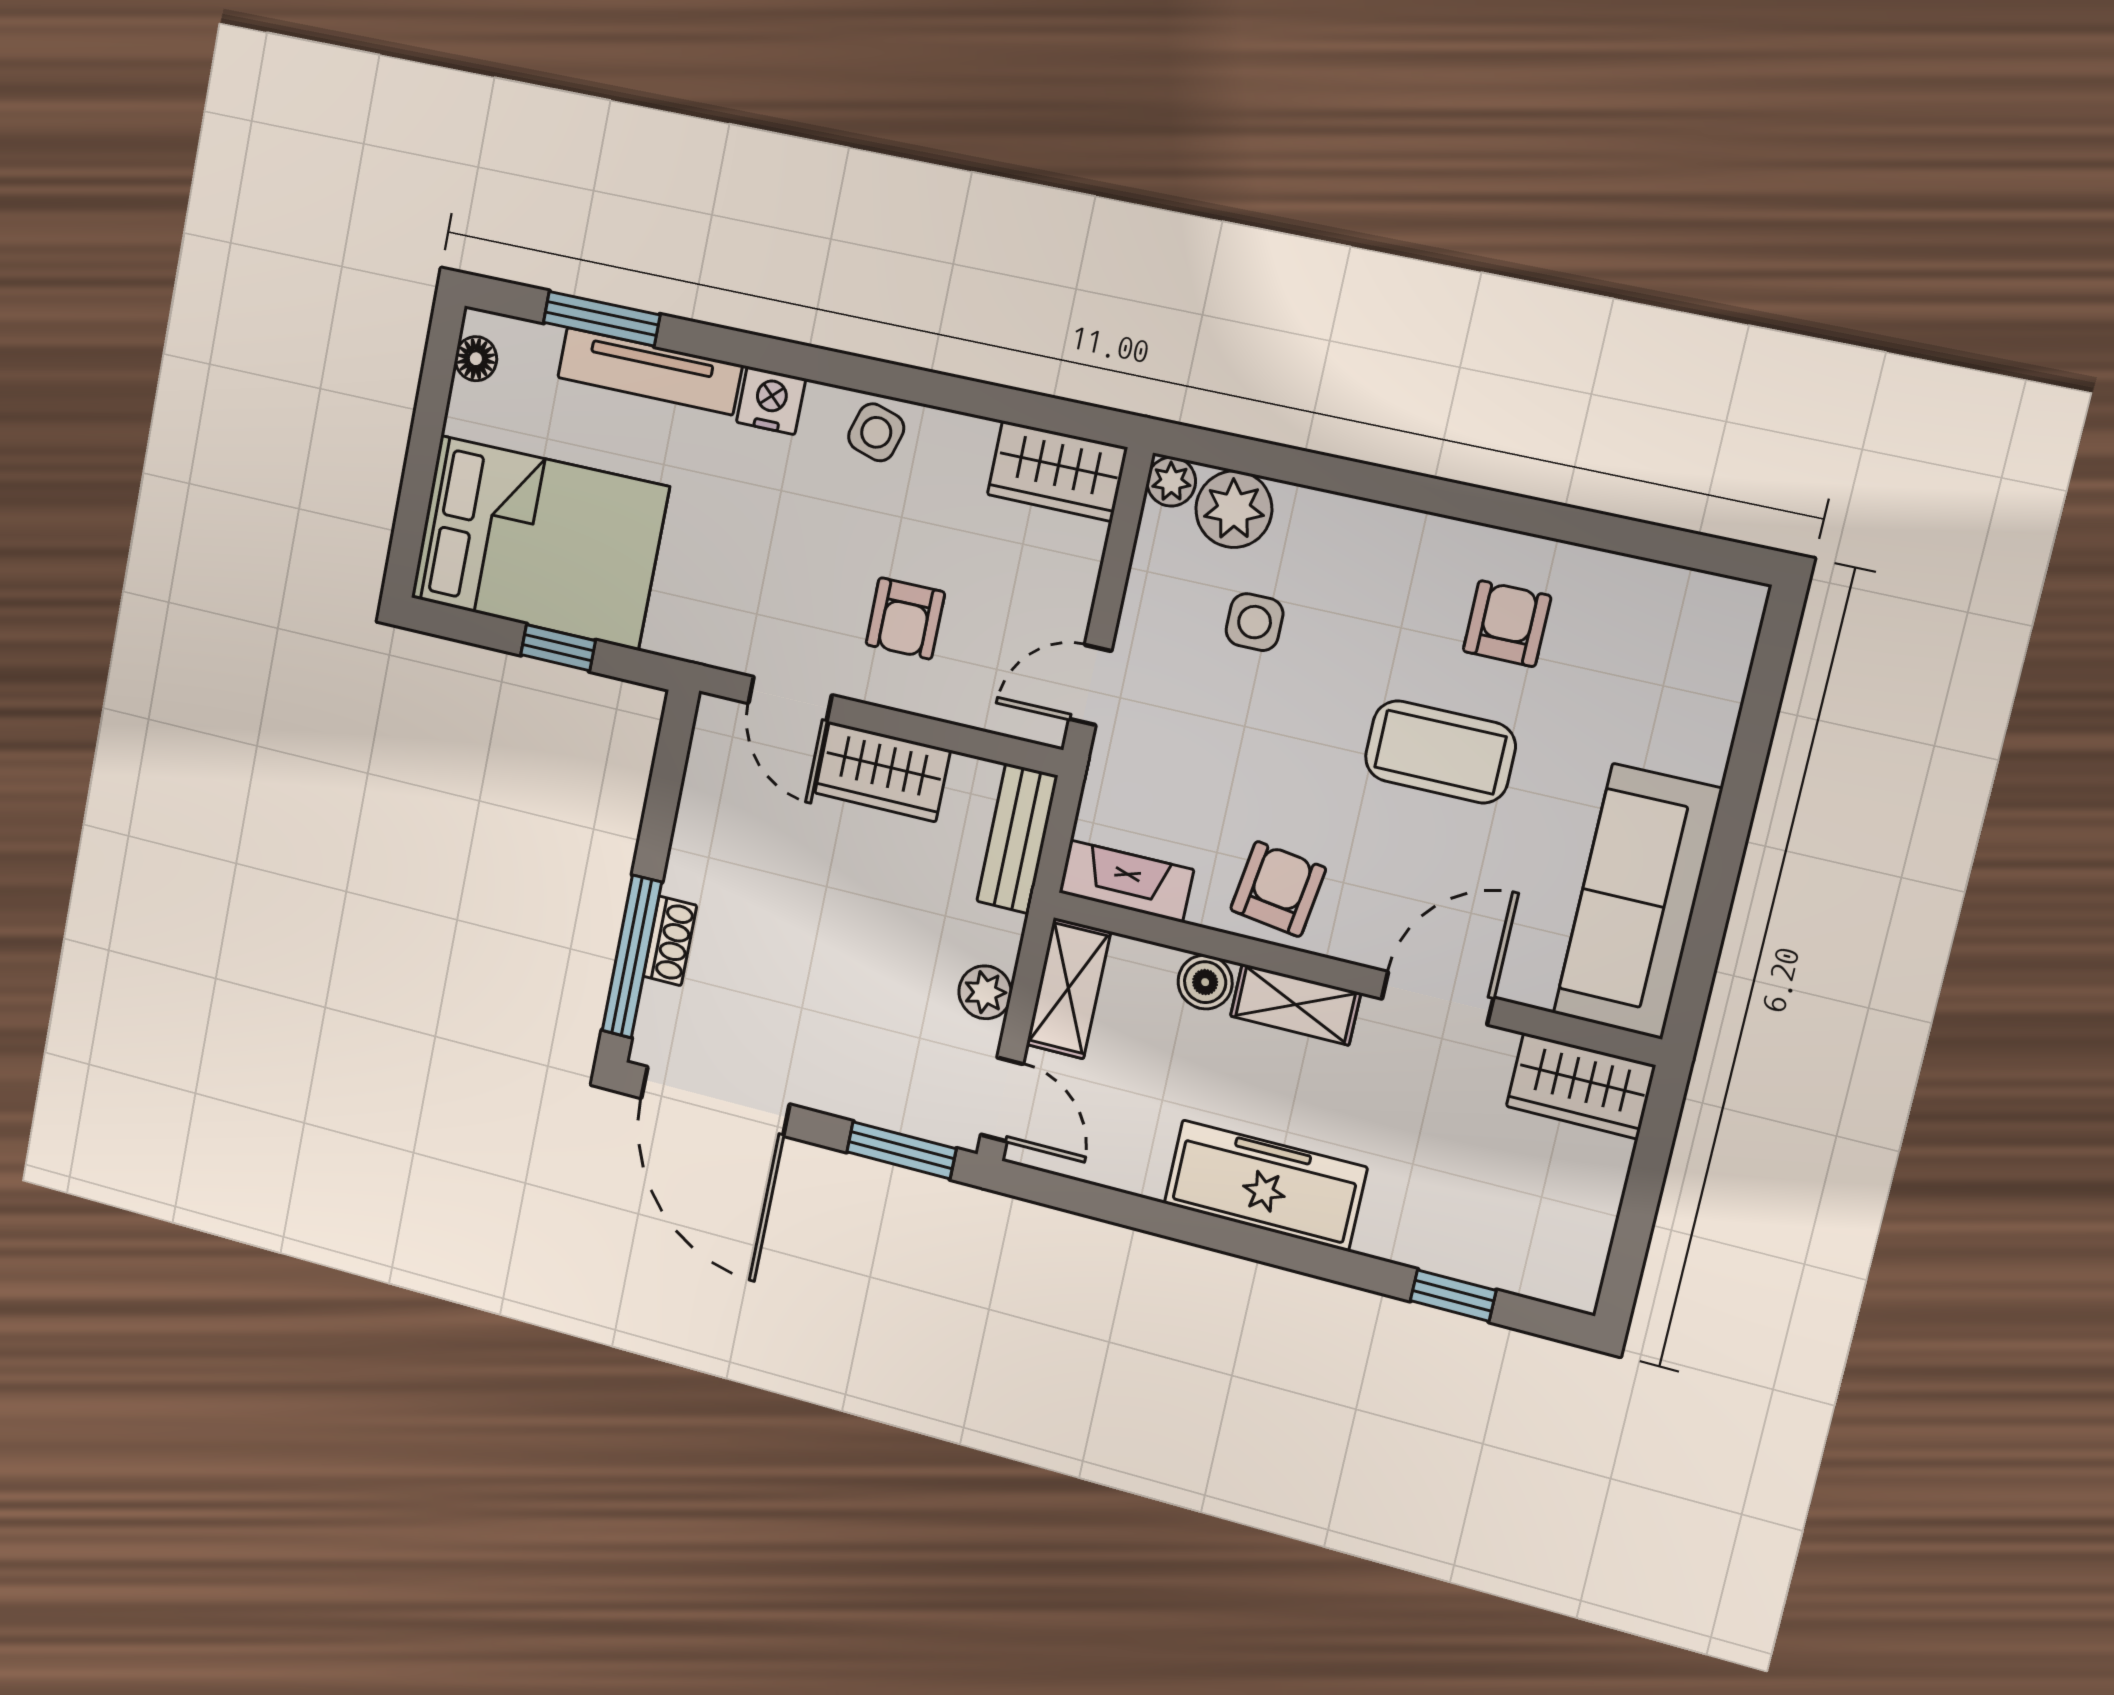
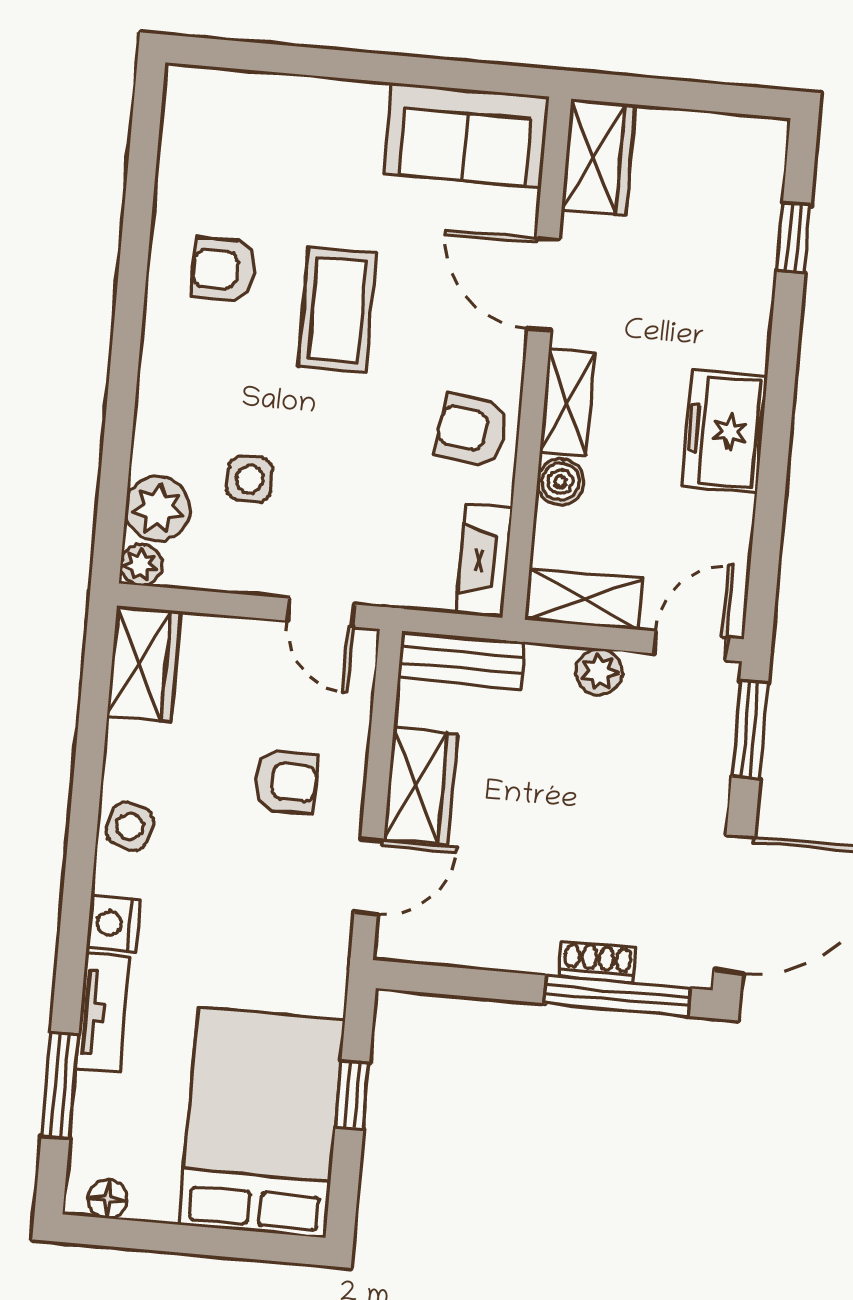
tv unit: (650, 371) -> (103, 1013), width x0.71
sofa: (1637, 901) -> (466, 135), width x0.73
freezer: (1265, 1185) -> (725, 431), width x0.71

